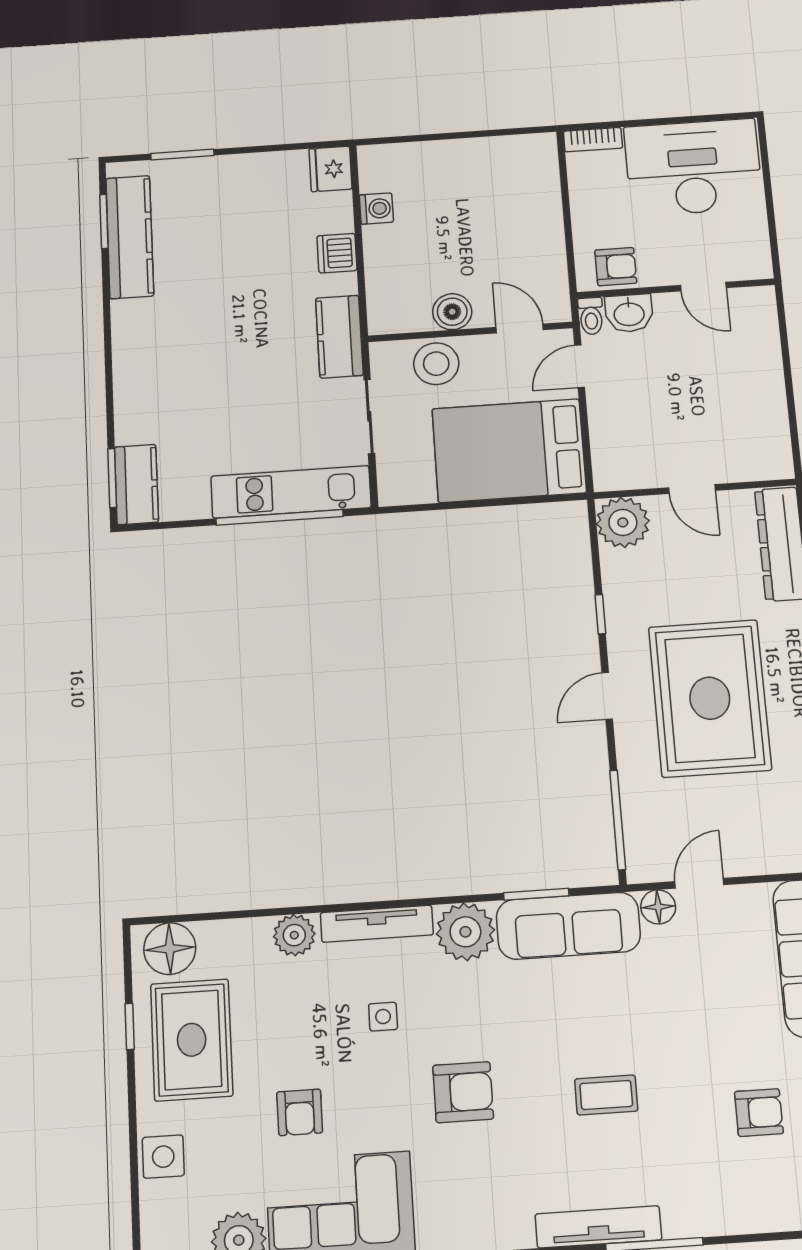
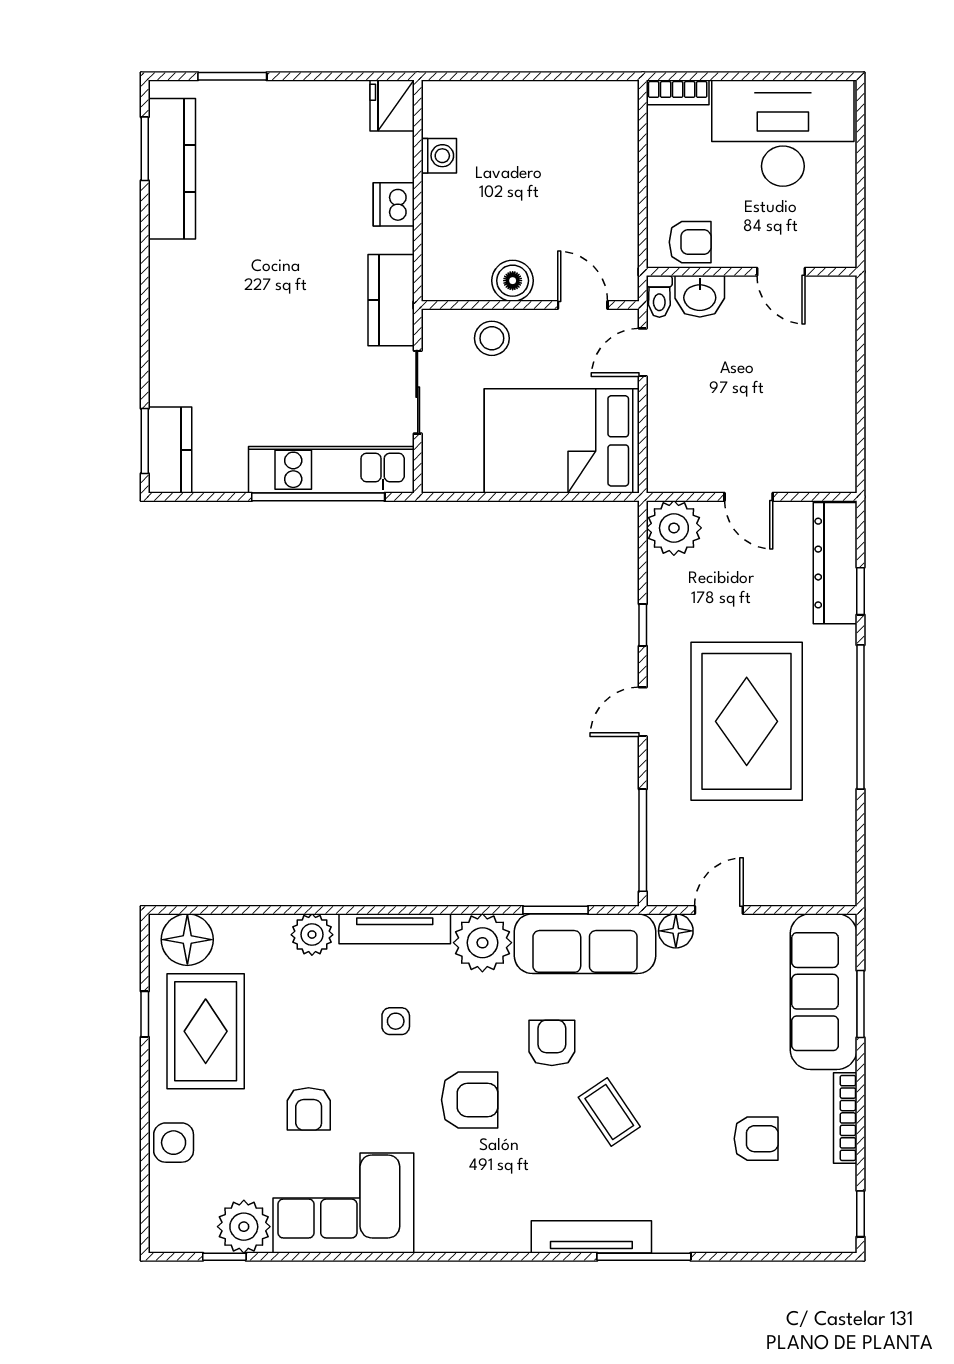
stool: (436, 364) -> (492, 338), width x0.73, depth x0.73
armchair: (542, 1028) -> (552, 1043), added
coffee table: (606, 1095) -> (609, 1112), turned 56

